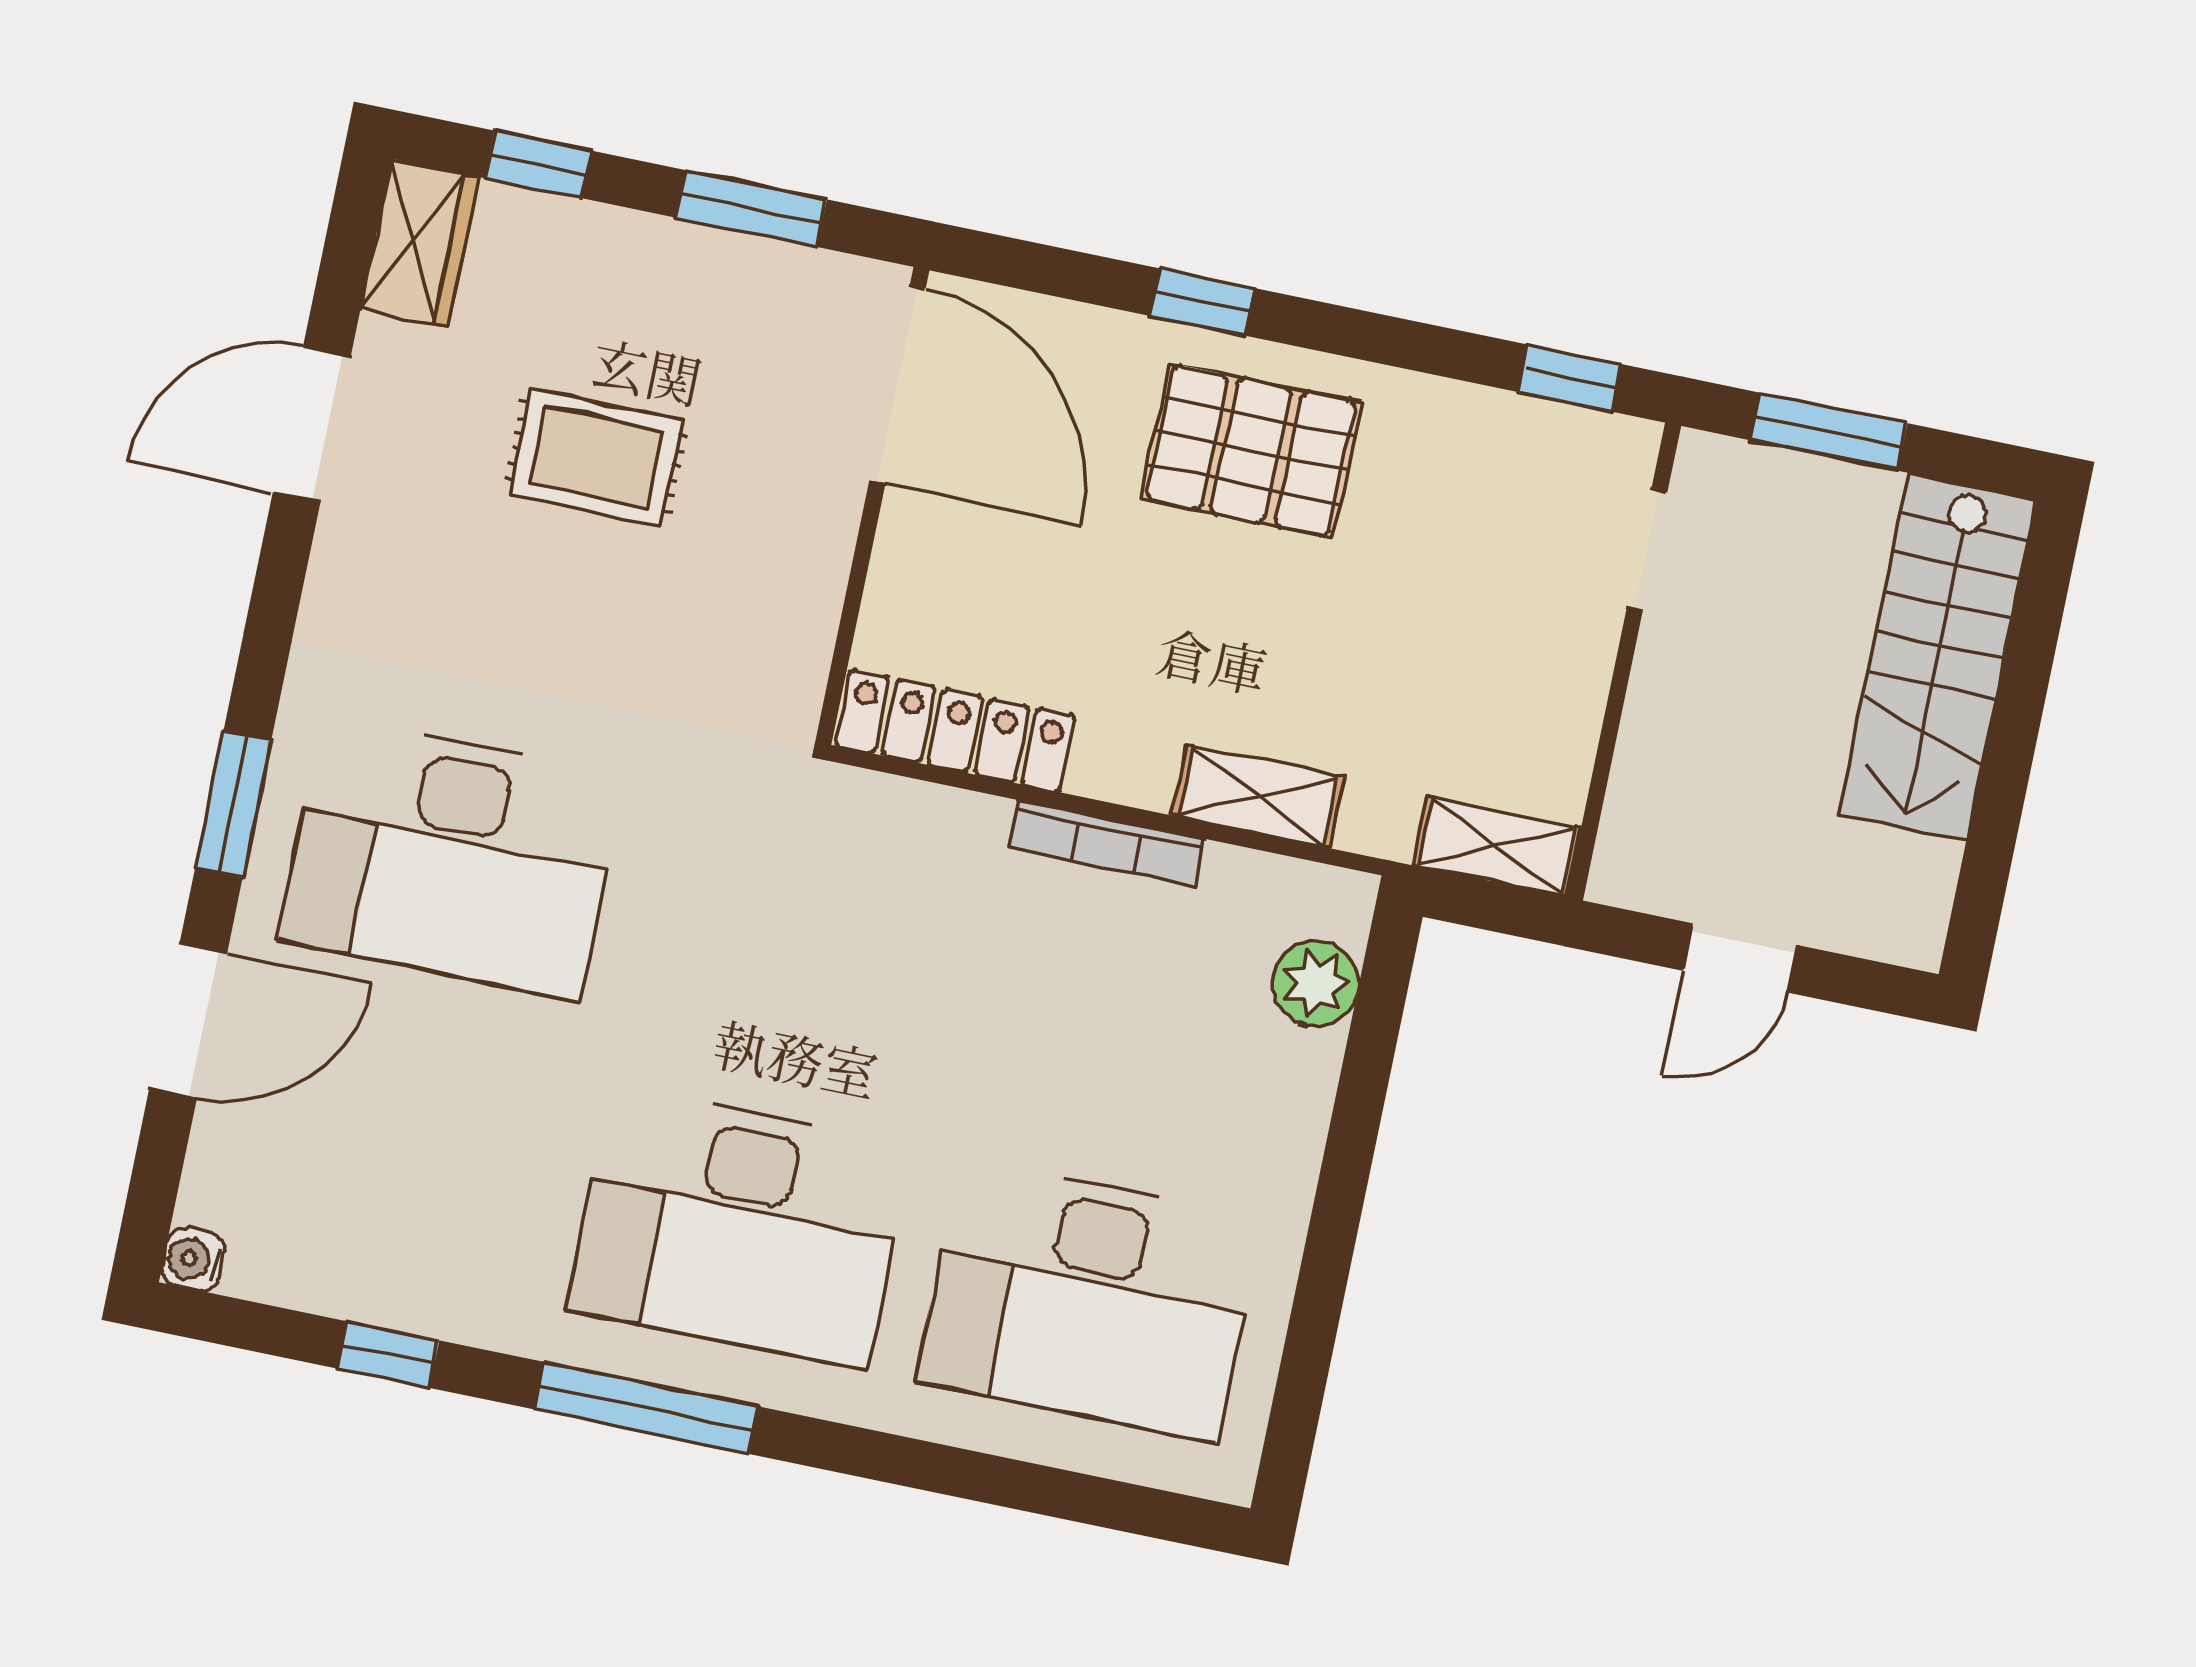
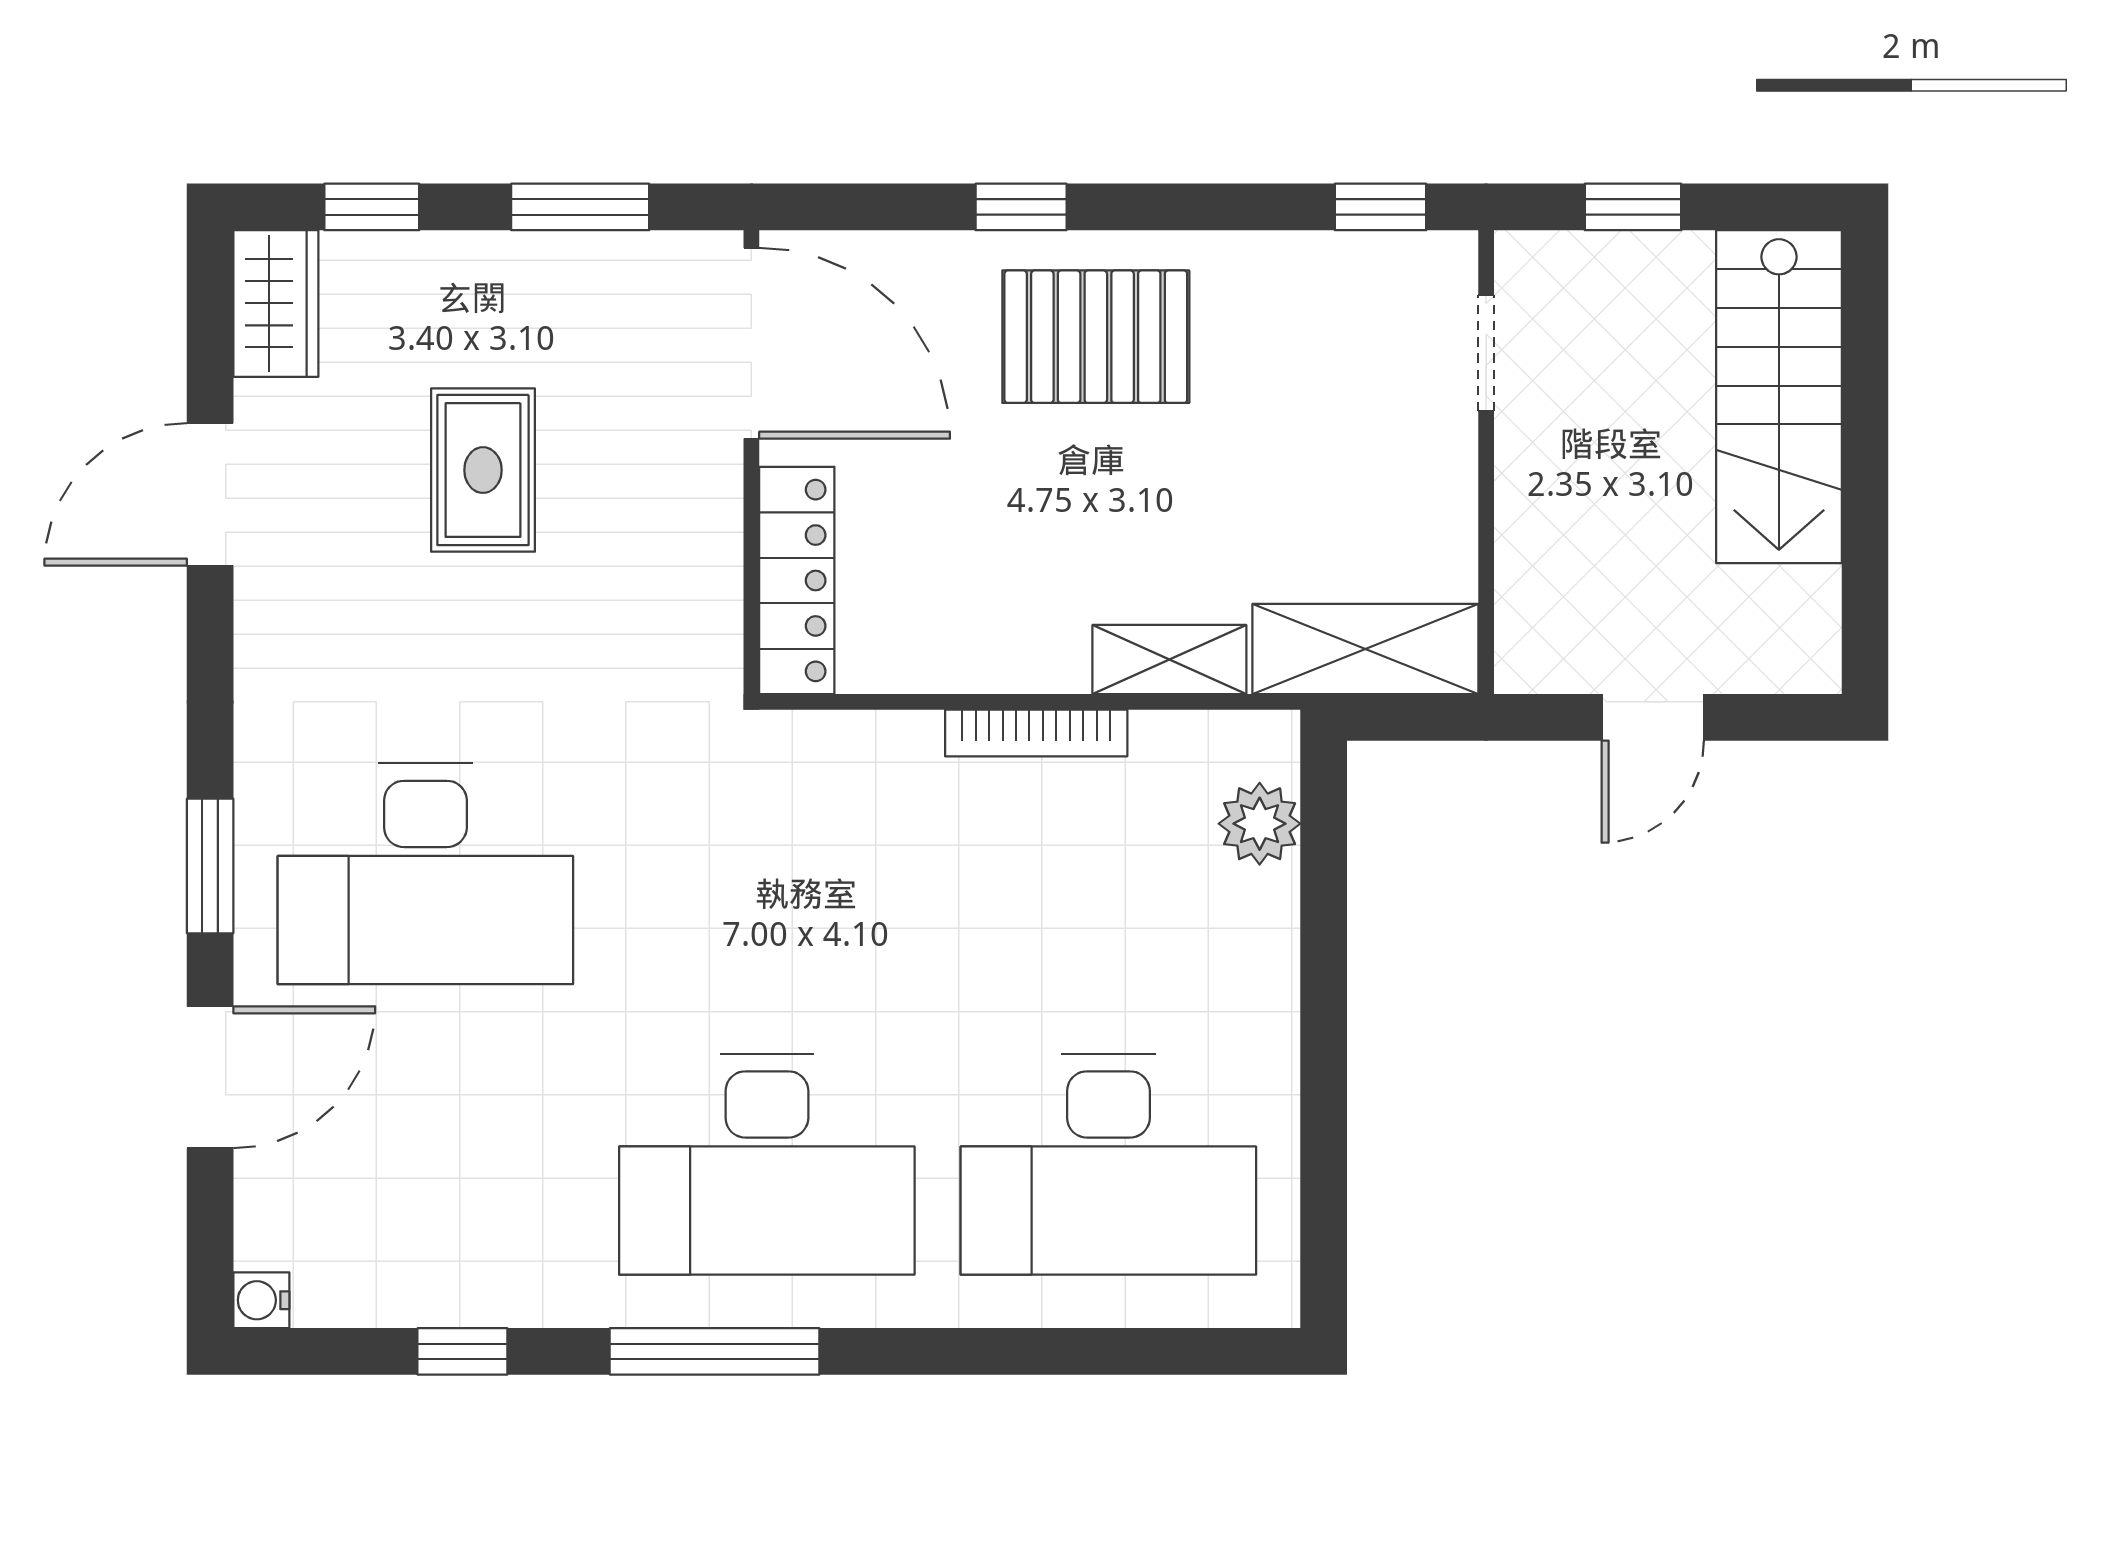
window: (1828, 432) -> (1633, 207), width x0.67
rug: (596, 457) -> (483, 470), turned 90
locker: (955, 731) -> (797, 580), moved, turned 90
shelving: (1497, 847) -> (1365, 649), width x1.50, depth x1.33

